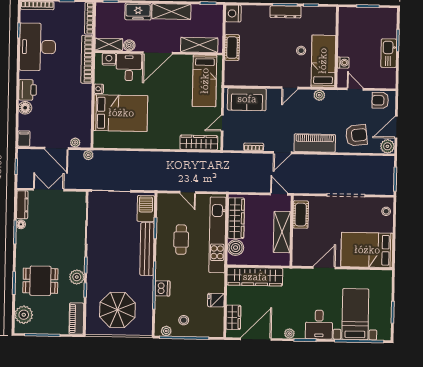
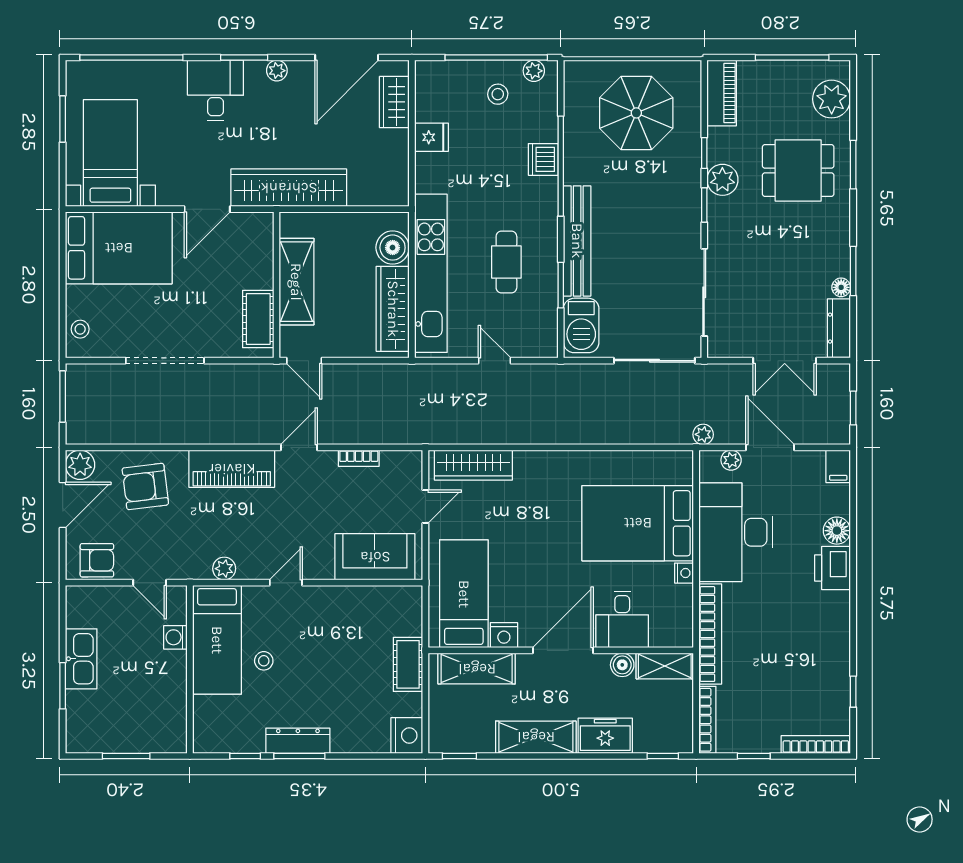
desk: (38, 47) -> (736, 532), moved, turned 180
nightstand: (109, 59) -> (504, 635), moved
wardrobe: (255, 277) -> (289, 188), moved
bed with nightstands: (355, 314) -> (110, 153), moved, turned 180

